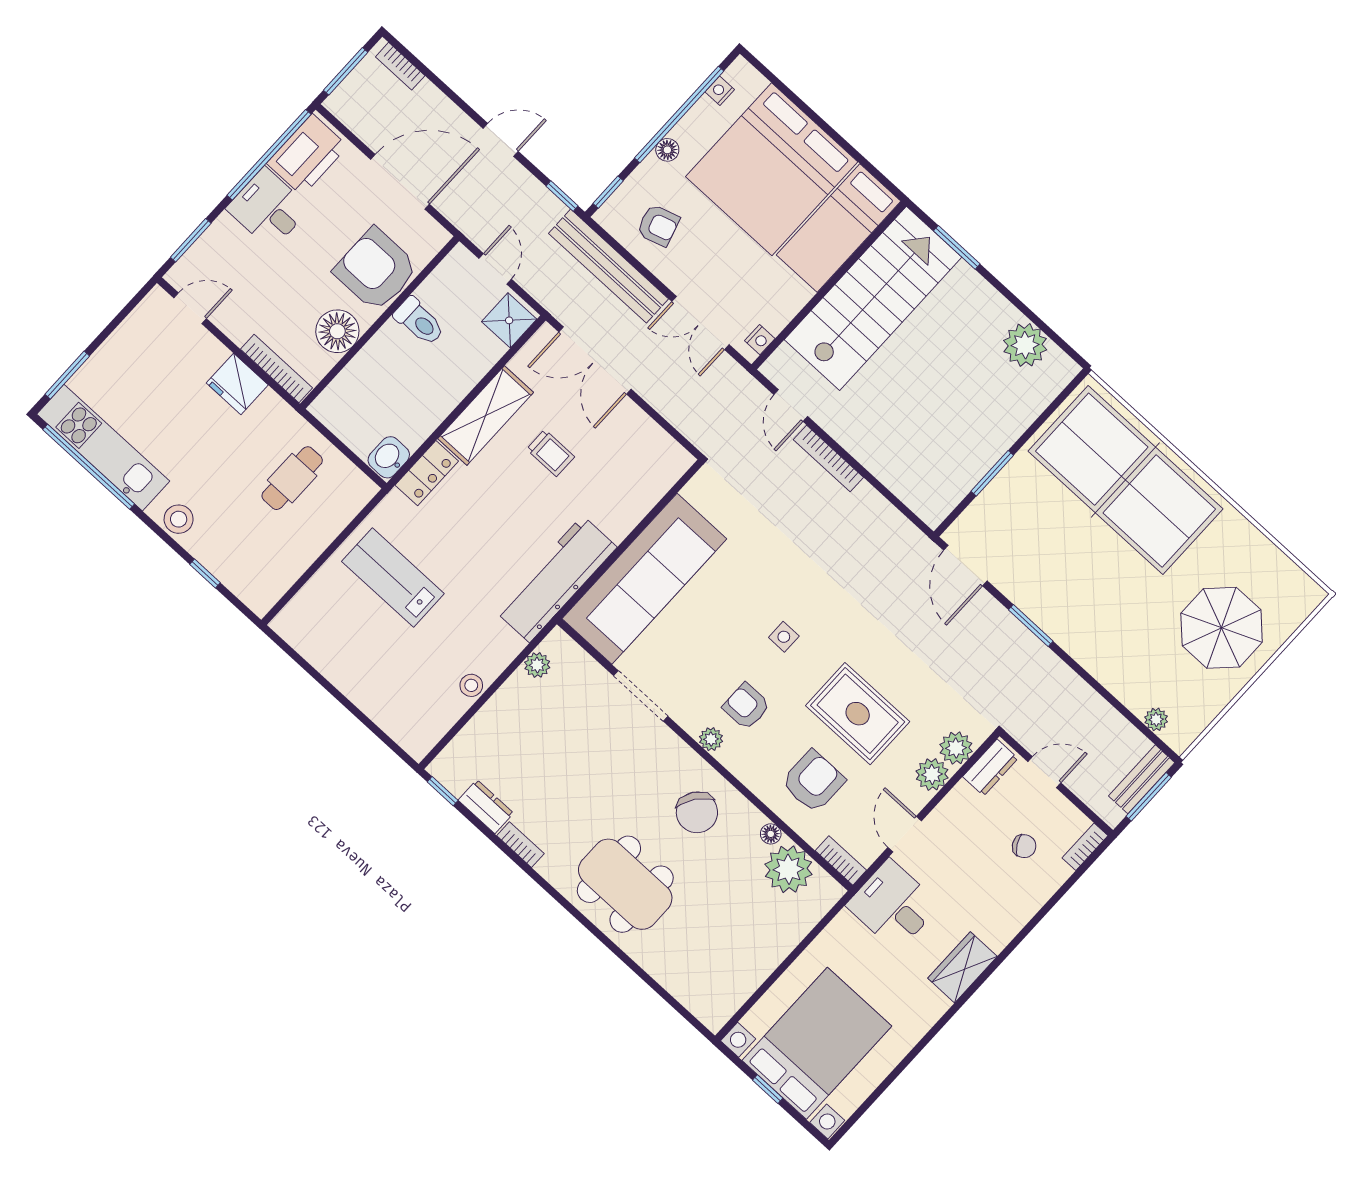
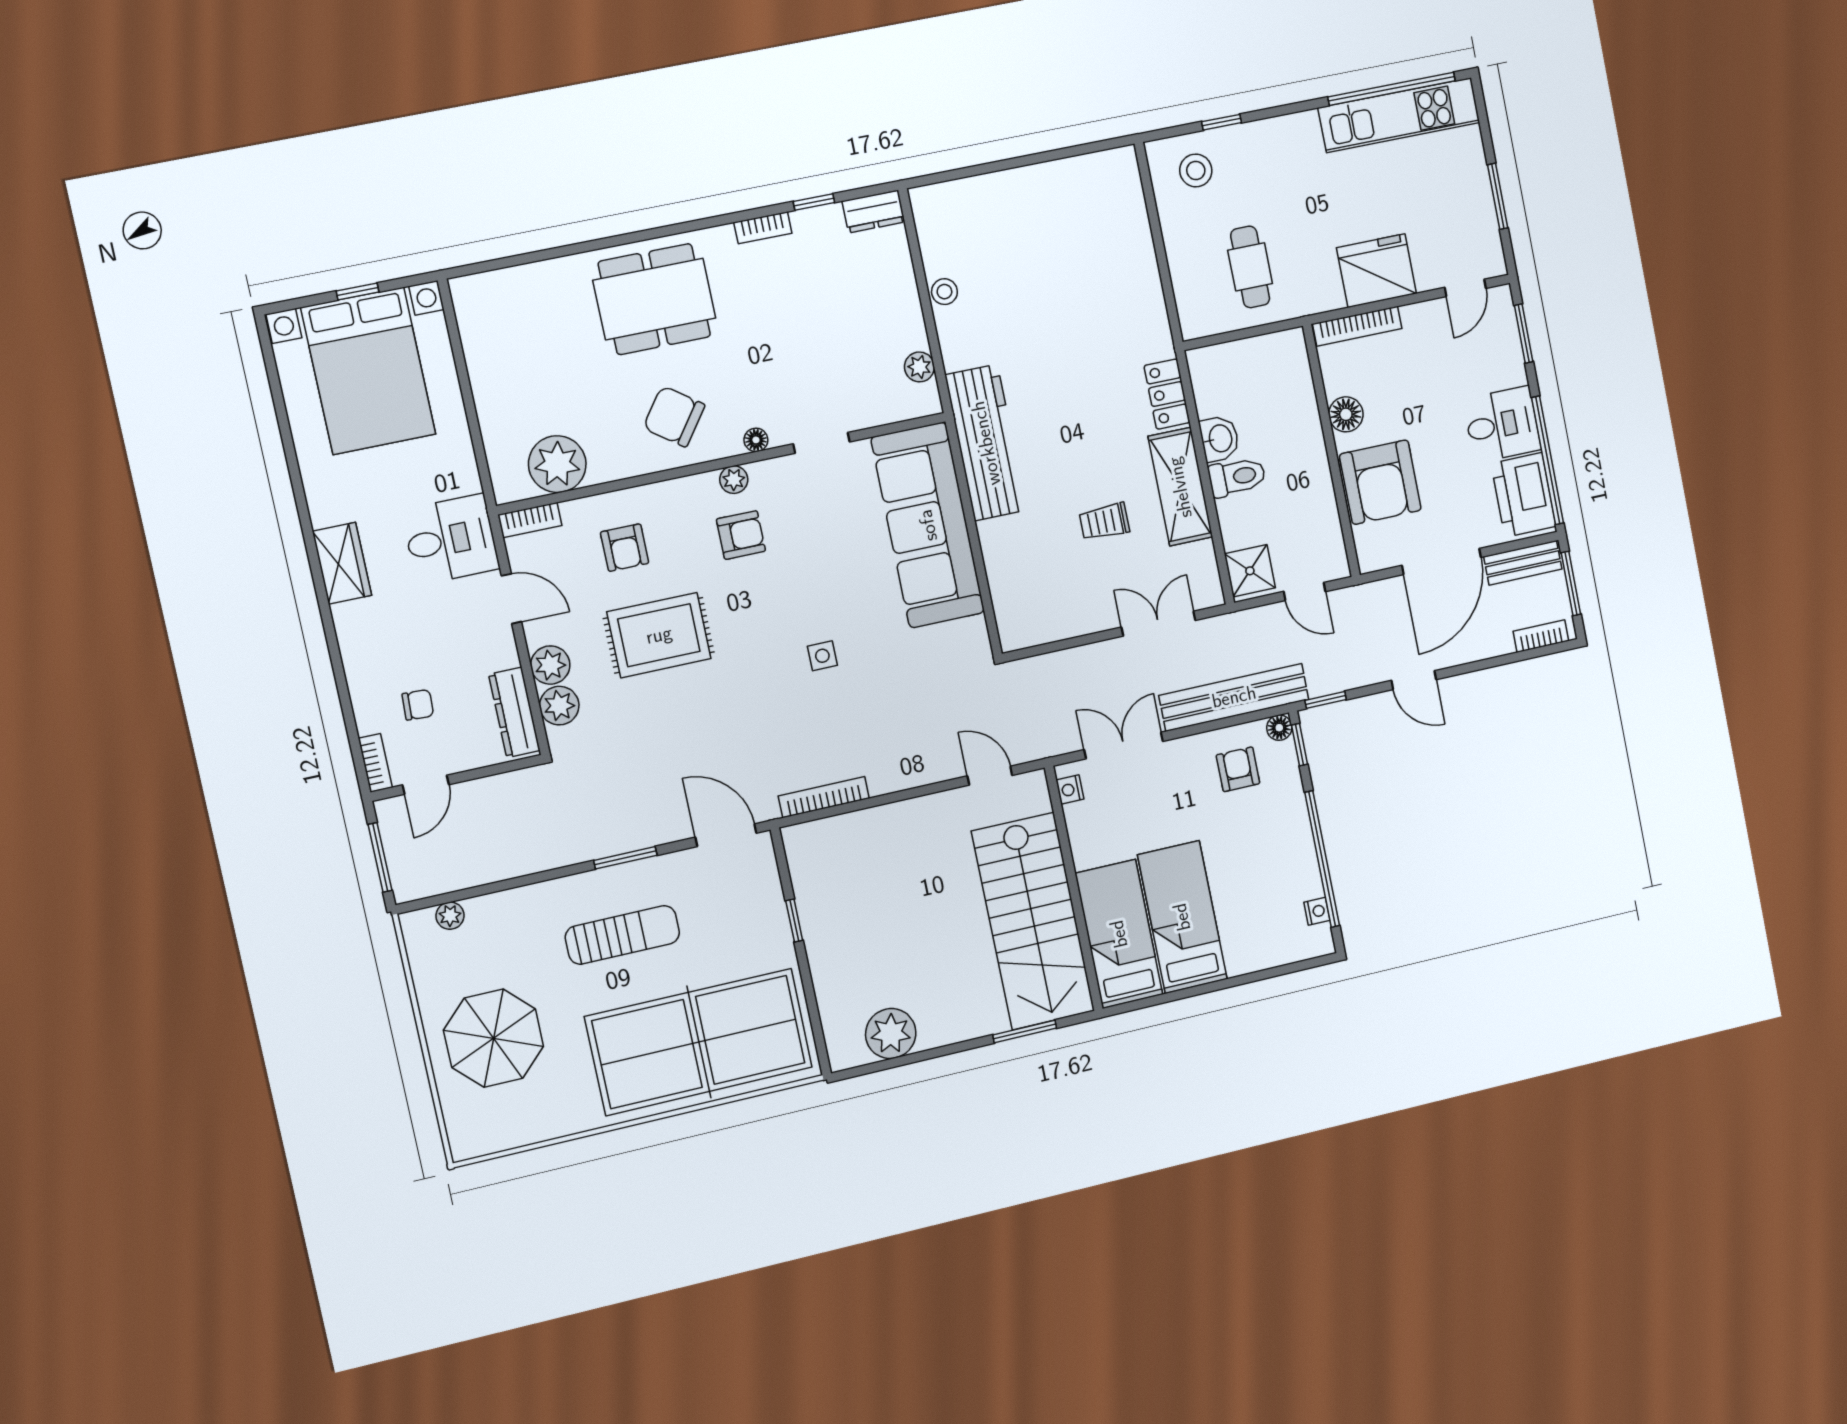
door: (501, 140) -> (1414, 680), hinge flipped
floor lamp: (667, 150) -> (1279, 728), moved
bed: (772, 169) -> (1182, 917), width x0.49
armchair: (658, 225) -> (1238, 769), turned 107
armchair: (376, 270) -> (1380, 482), turned 90
toilet: (419, 321) -> (1237, 477), moved, turned 180
floor lamp: (337, 331) -> (1346, 414), width x0.73, depth x0.73
double door: (595, 360) -> (1158, 624), width x0.73
window: (67, 375) -> (1498, 196), moved
fridge: (237, 384) -> (1376, 271), width x1.36, depth x1.34
washbasin: (389, 457) -> (1220, 439), moved
bookcase: (828, 459) -> (824, 797), moved
window: (992, 473) -> (794, 921), width x0.67
stool: (179, 519) -> (1196, 170), moved
lab bench: (393, 577) -> (1095, 292), removed
sun lounger: (1087, 589) -> (622, 935), added
side table: (784, 637) -> (822, 656), moved
doorway: (641, 696) -> (821, 443), width x0.73
dresser: (990, 768) -> (514, 713), width x1.44
door: (1044, 772) -> (426, 785), moved
bench: (1142, 779) -> (1523, 563), moved, turned 90
armchair: (813, 781) -> (625, 548), width x0.72, depth x0.72
window: (443, 791) -> (814, 202), moved
dresser: (486, 807) -> (873, 212), moved
floor lamp: (771, 834) -> (756, 440), moved
chair: (1024, 846) -> (418, 705), turned -147

